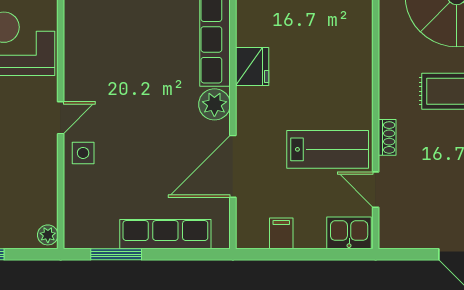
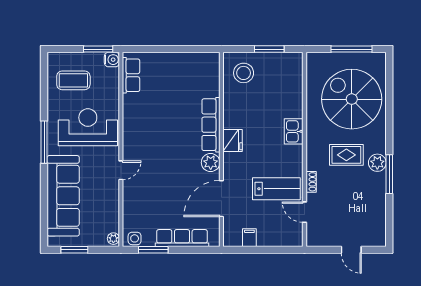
side table: (83, 153) -> (135, 238), moved
kitchen sink: (349, 233) -> (294, 131), moved, turned -90

